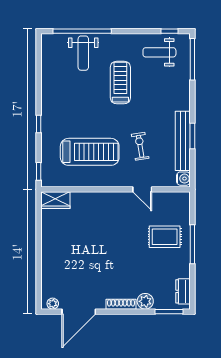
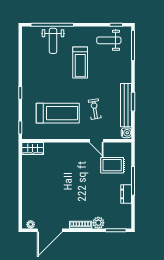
treadmill: (120, 83) -> (80, 62), turned 180
rug: (165, 237) -> (112, 165), moved
dresser: (183, 291) -> (126, 194), moved

